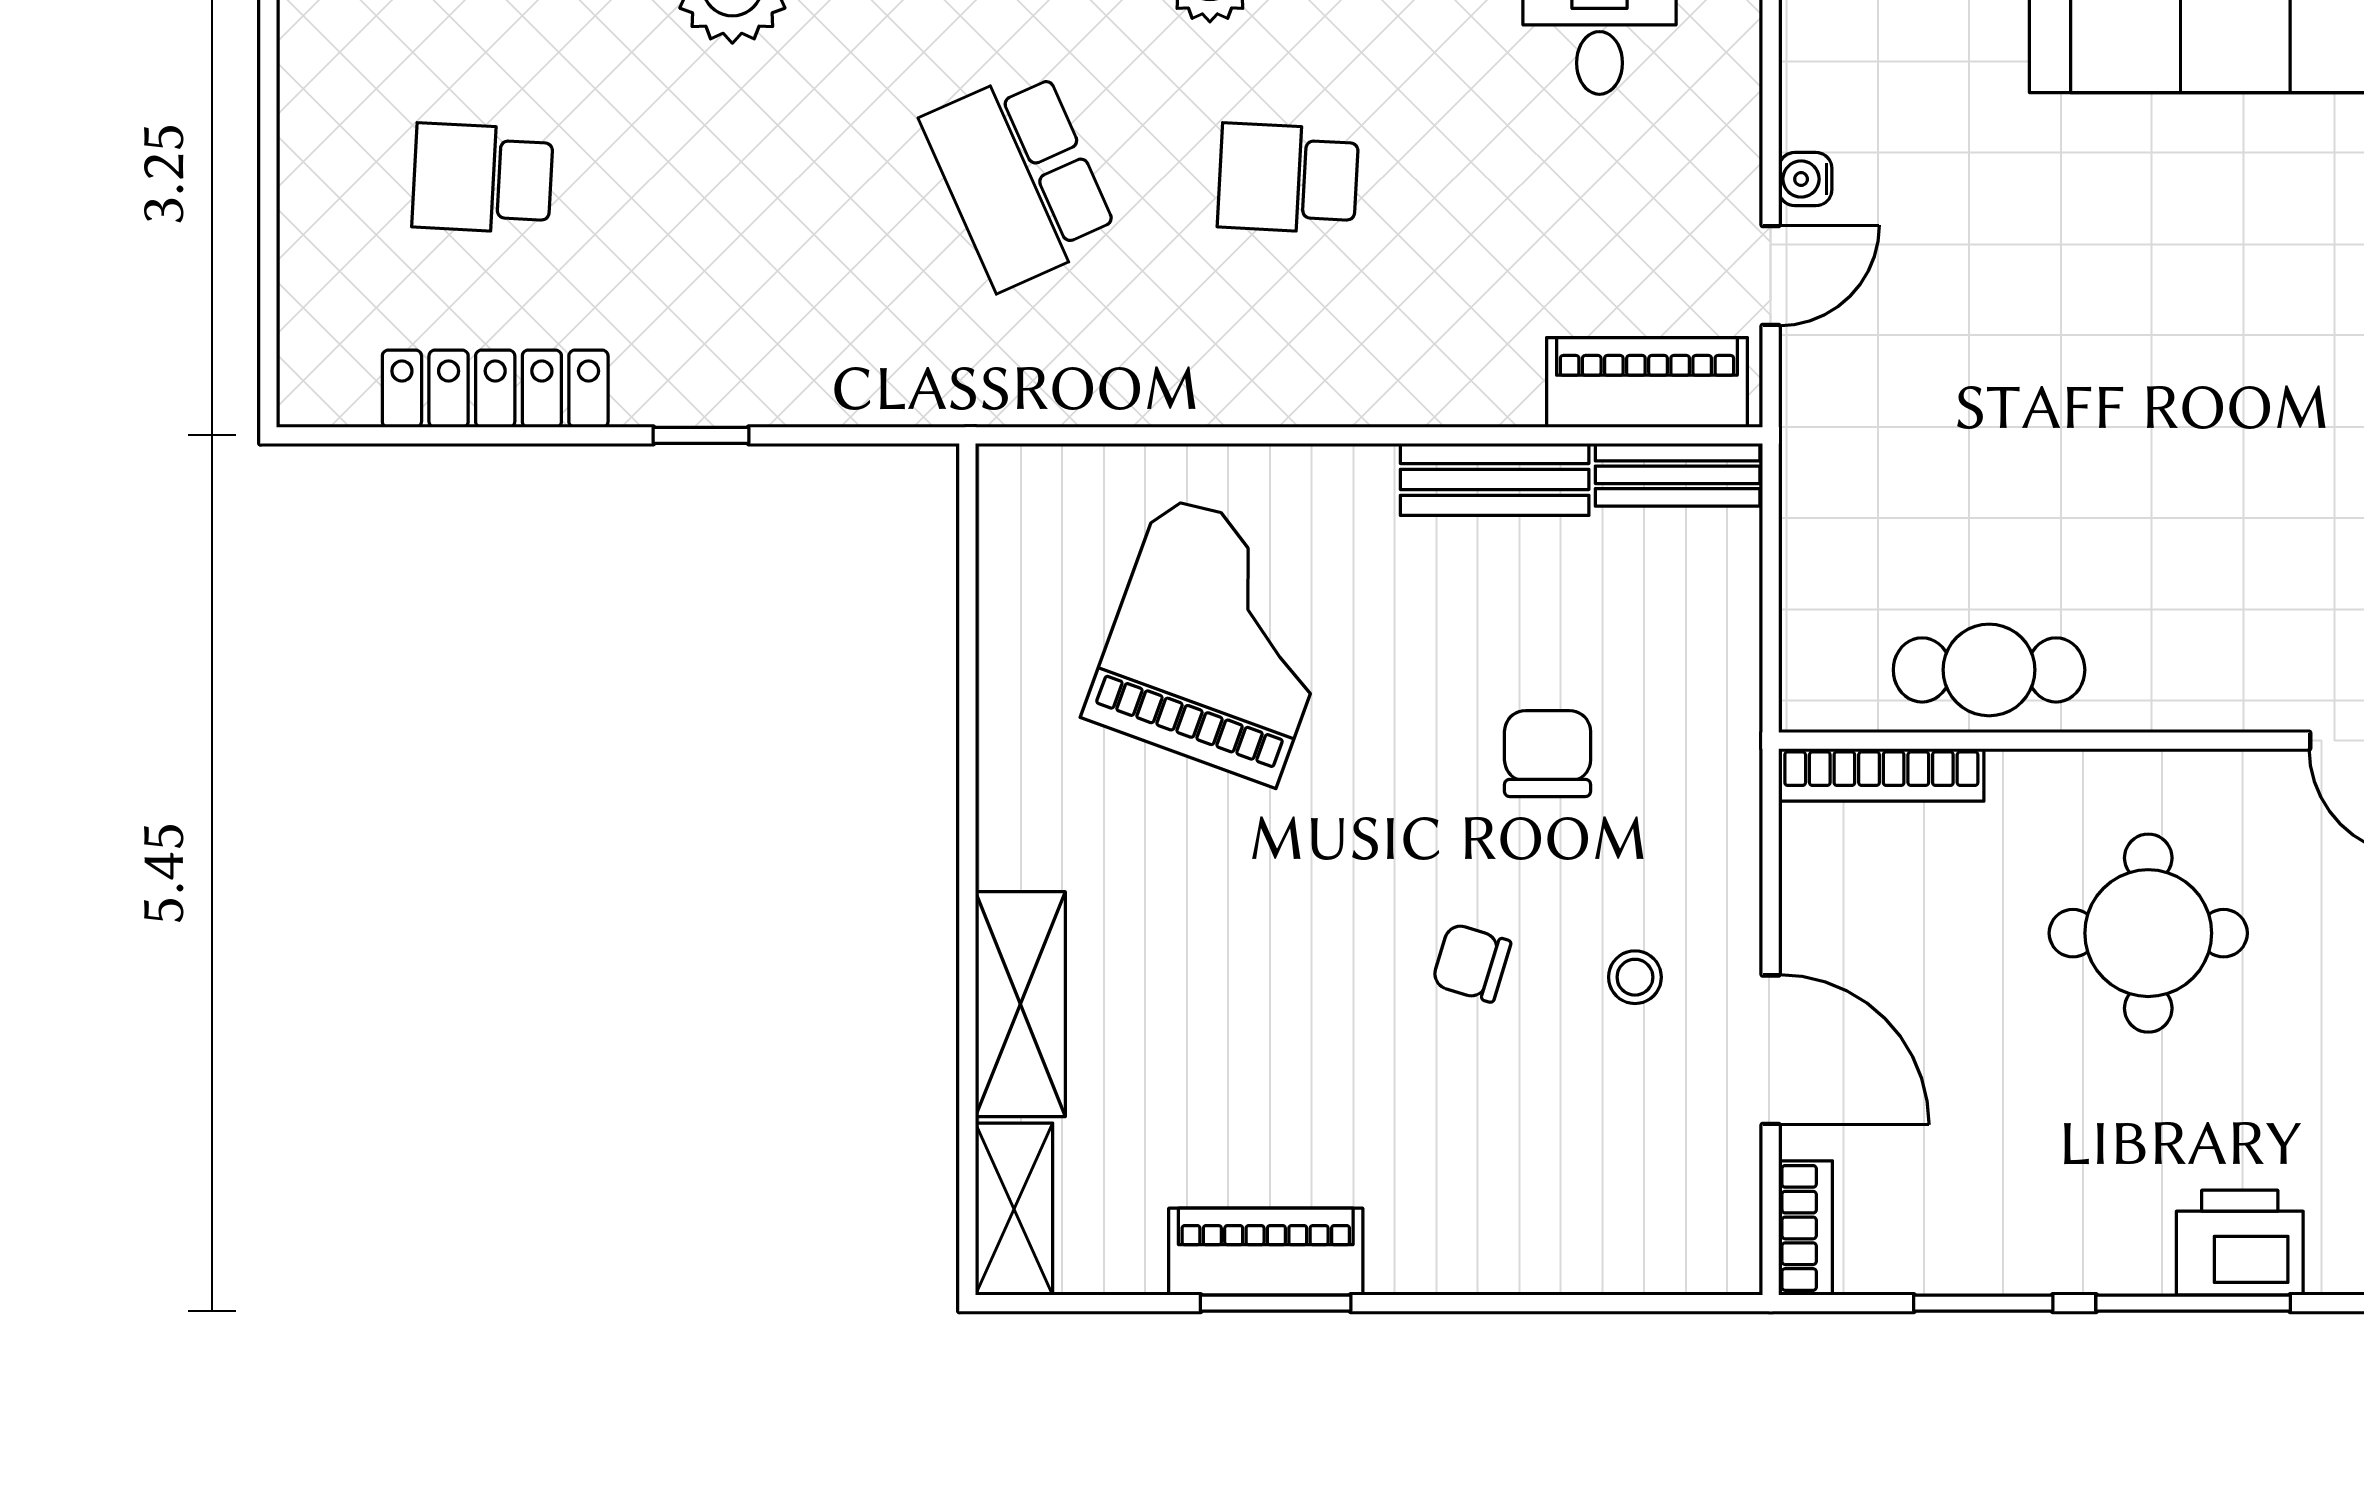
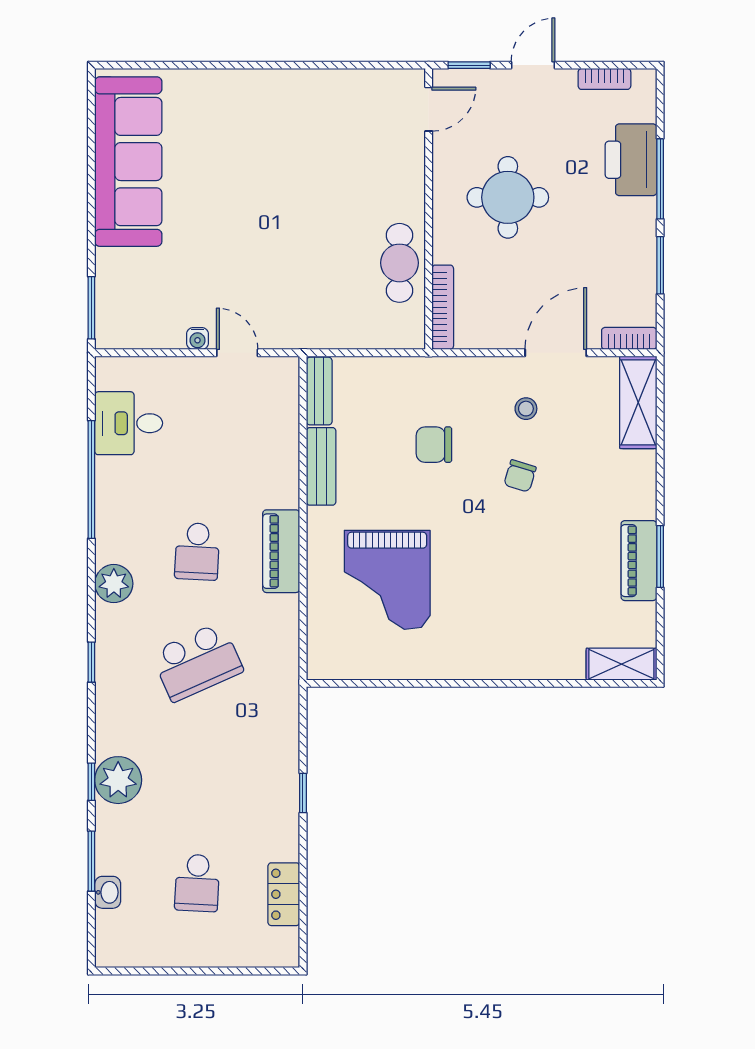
piano: (1647, 382) -> (281, 551), moved
locker: (495, 389) -> (284, 894), width x0.66
grand piano: (1219, 640) -> (387, 580), turned -110
shelving: (1020, 1004) -> (638, 402), moved, turned 90
printer: (2240, 1243) -> (631, 160), width x1.37, depth x1.19

